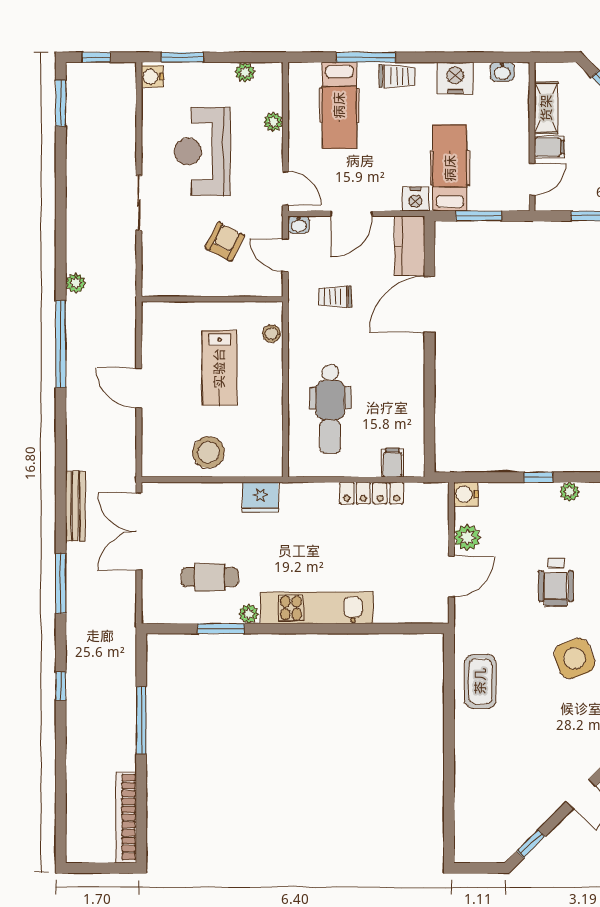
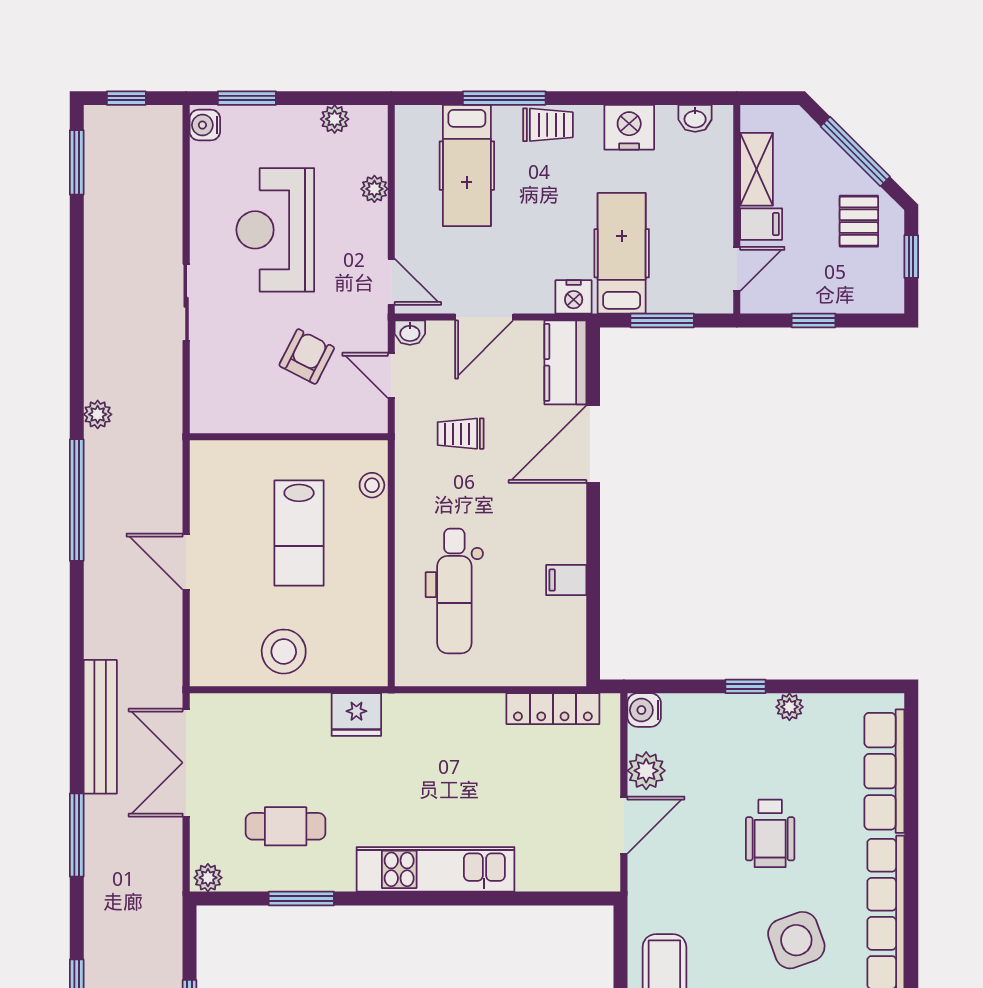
filing cabinet: (393, 463) -> (566, 580), moved, turned -90
locker: (372, 493) -> (553, 709), moved
bench: (75, 506) -> (100, 727), width x1.37, depth x1.21
plant: (249, 614) -> (208, 878), moved

